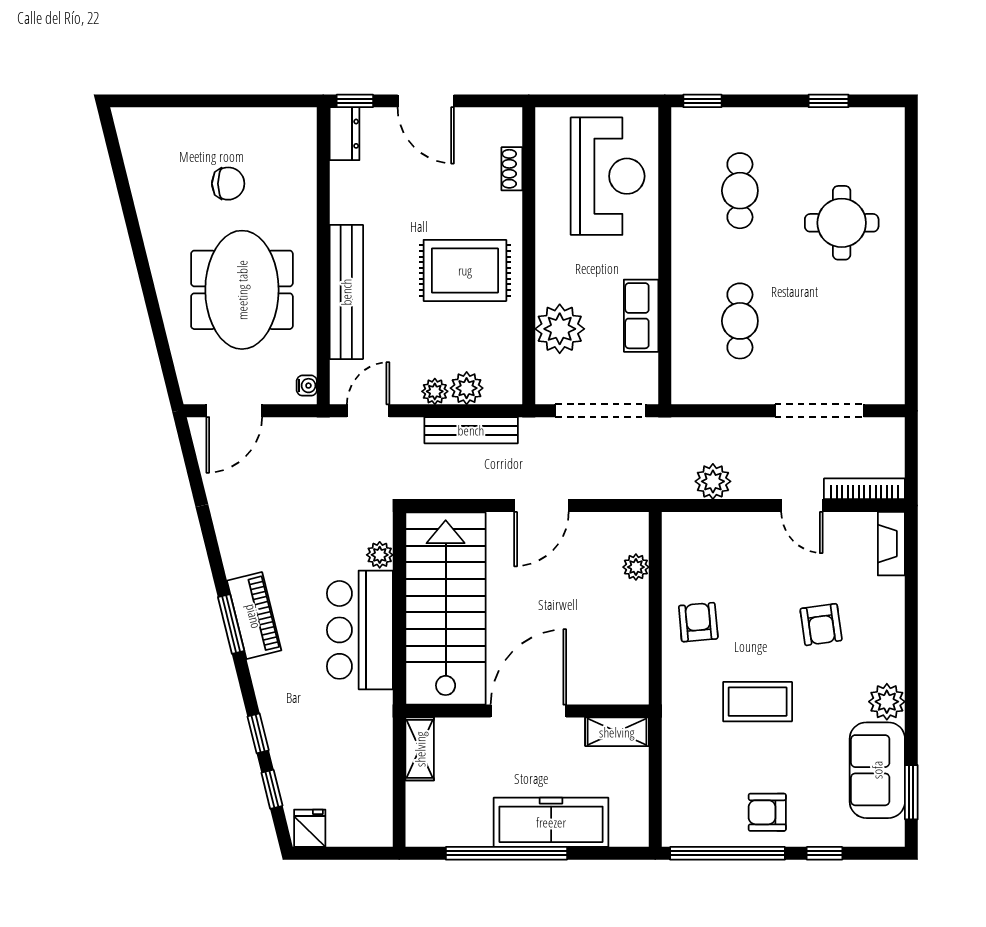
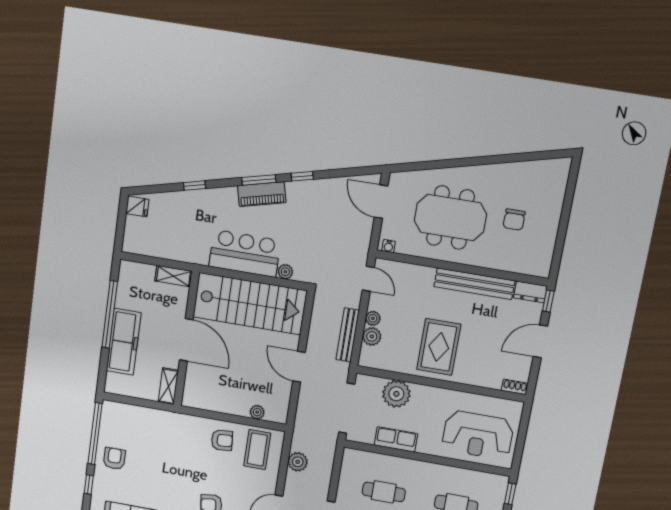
shoe rack: (512, 169) -> (515, 387), moved
bench: (346, 292) -> (474, 284), moved
coffee table: (758, 702) -> (257, 450), moved
window: (272, 789) -> (302, 176), moved

